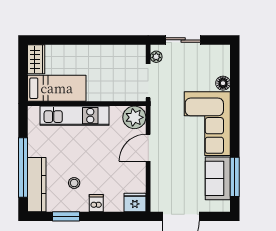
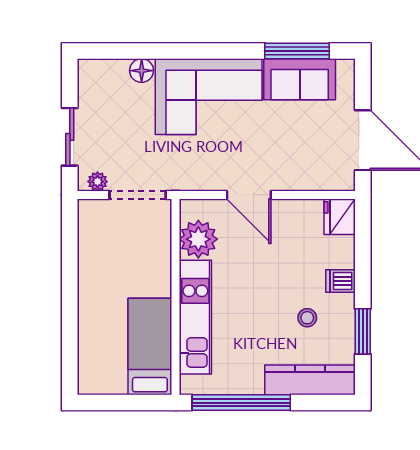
wardrobe: (36, 59) -> (102, 381), removed
plant: (134, 117) -> (198, 239), moved
window: (23, 167) -> (241, 403), moved

